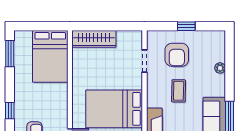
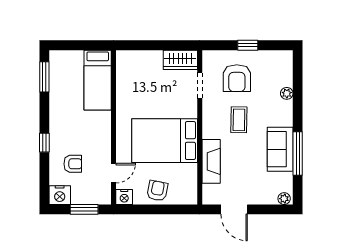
wardrobe: (94, 39) -> (180, 60), moved, width x0.67
bed: (50, 56) -> (98, 80), width x0.67

